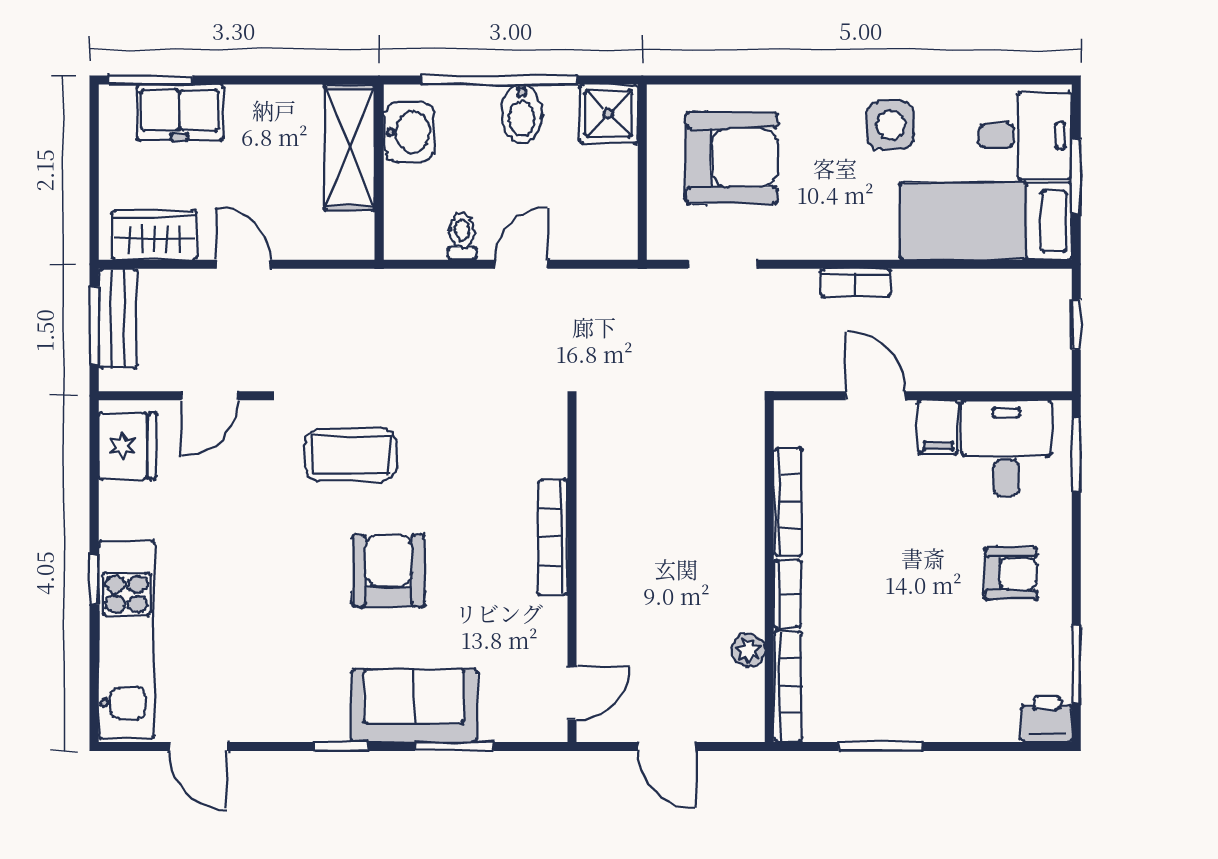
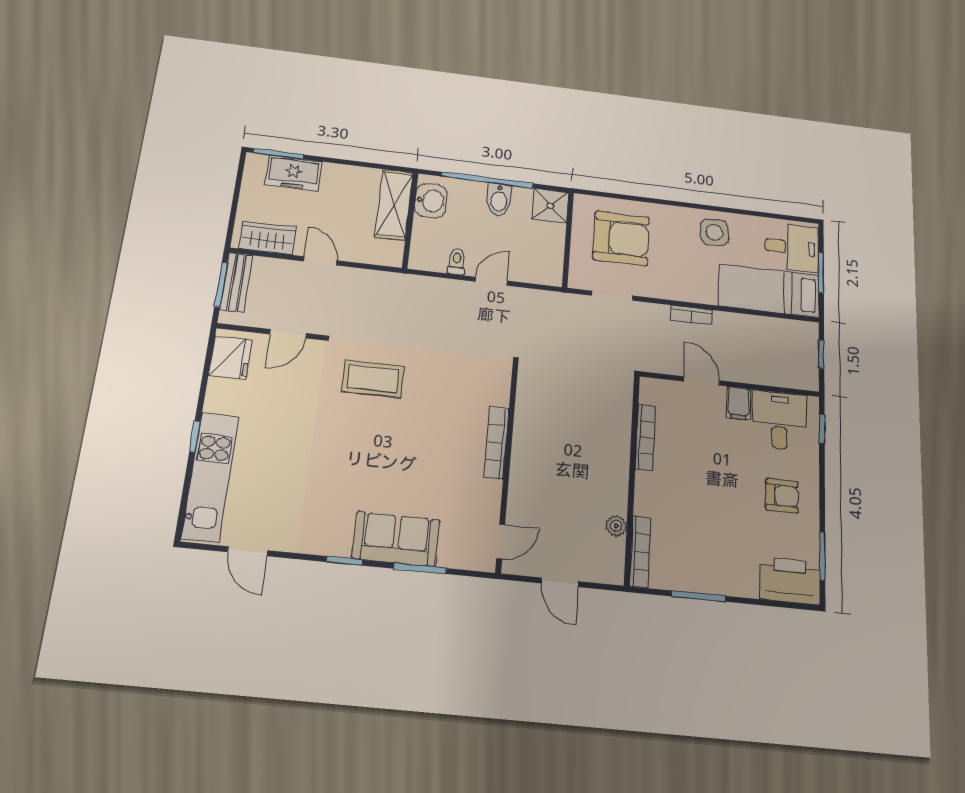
window: (1076, 454) -> (822, 429), width x0.67
armchair: (389, 571) -> (389, 452), removed
bookcase: (787, 594) -> (643, 493), removed
printer: (1047, 719) -> (790, 581), width x1.87, depth x1.48

